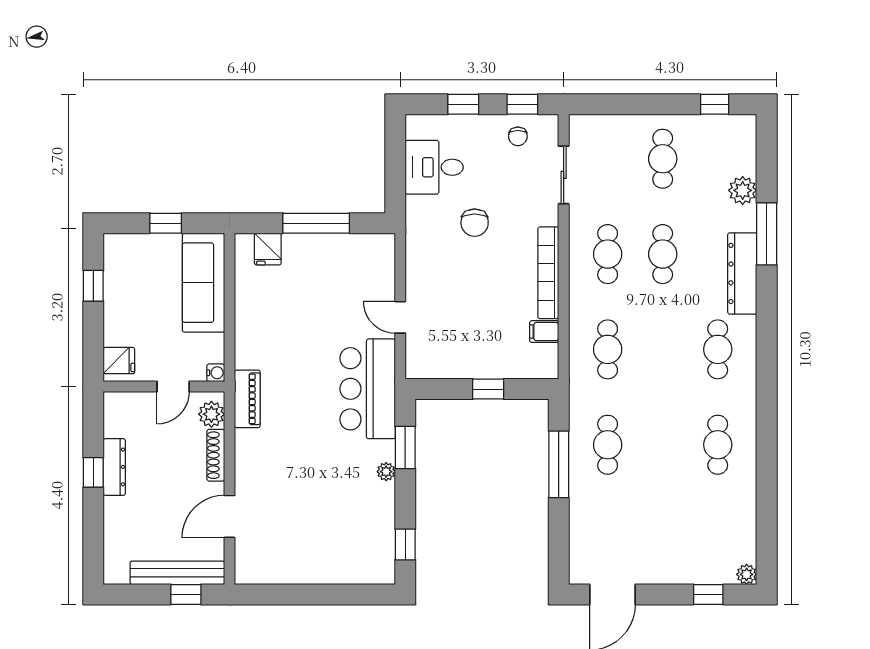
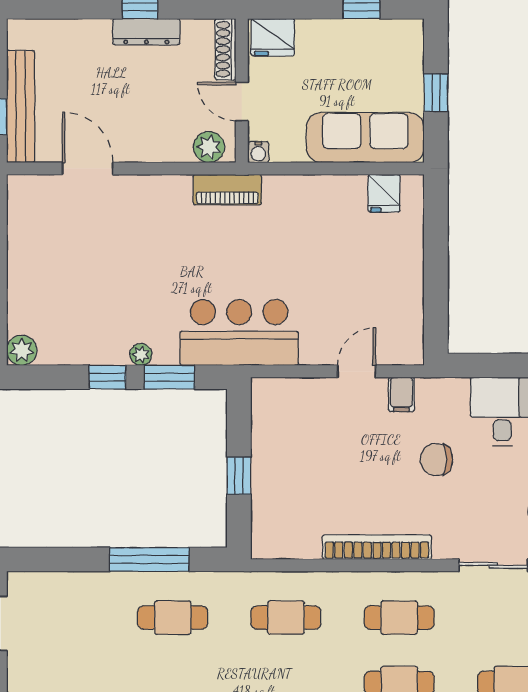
window: (316, 223) -> (436, 271), removed
fridge: (268, 249) -> (384, 193), moved, turned -90
door: (400, 317) -> (357, 371), moved
filing cabinet: (544, 332) -> (401, 394), moved, turned 180
fridge: (119, 361) -> (273, 37), width x1.38
shoe rack: (216, 455) -> (226, 49), moved, turned -90
window: (405, 544) -> (107, 377), moved
plant: (383, 572) -> (22, 350), added

